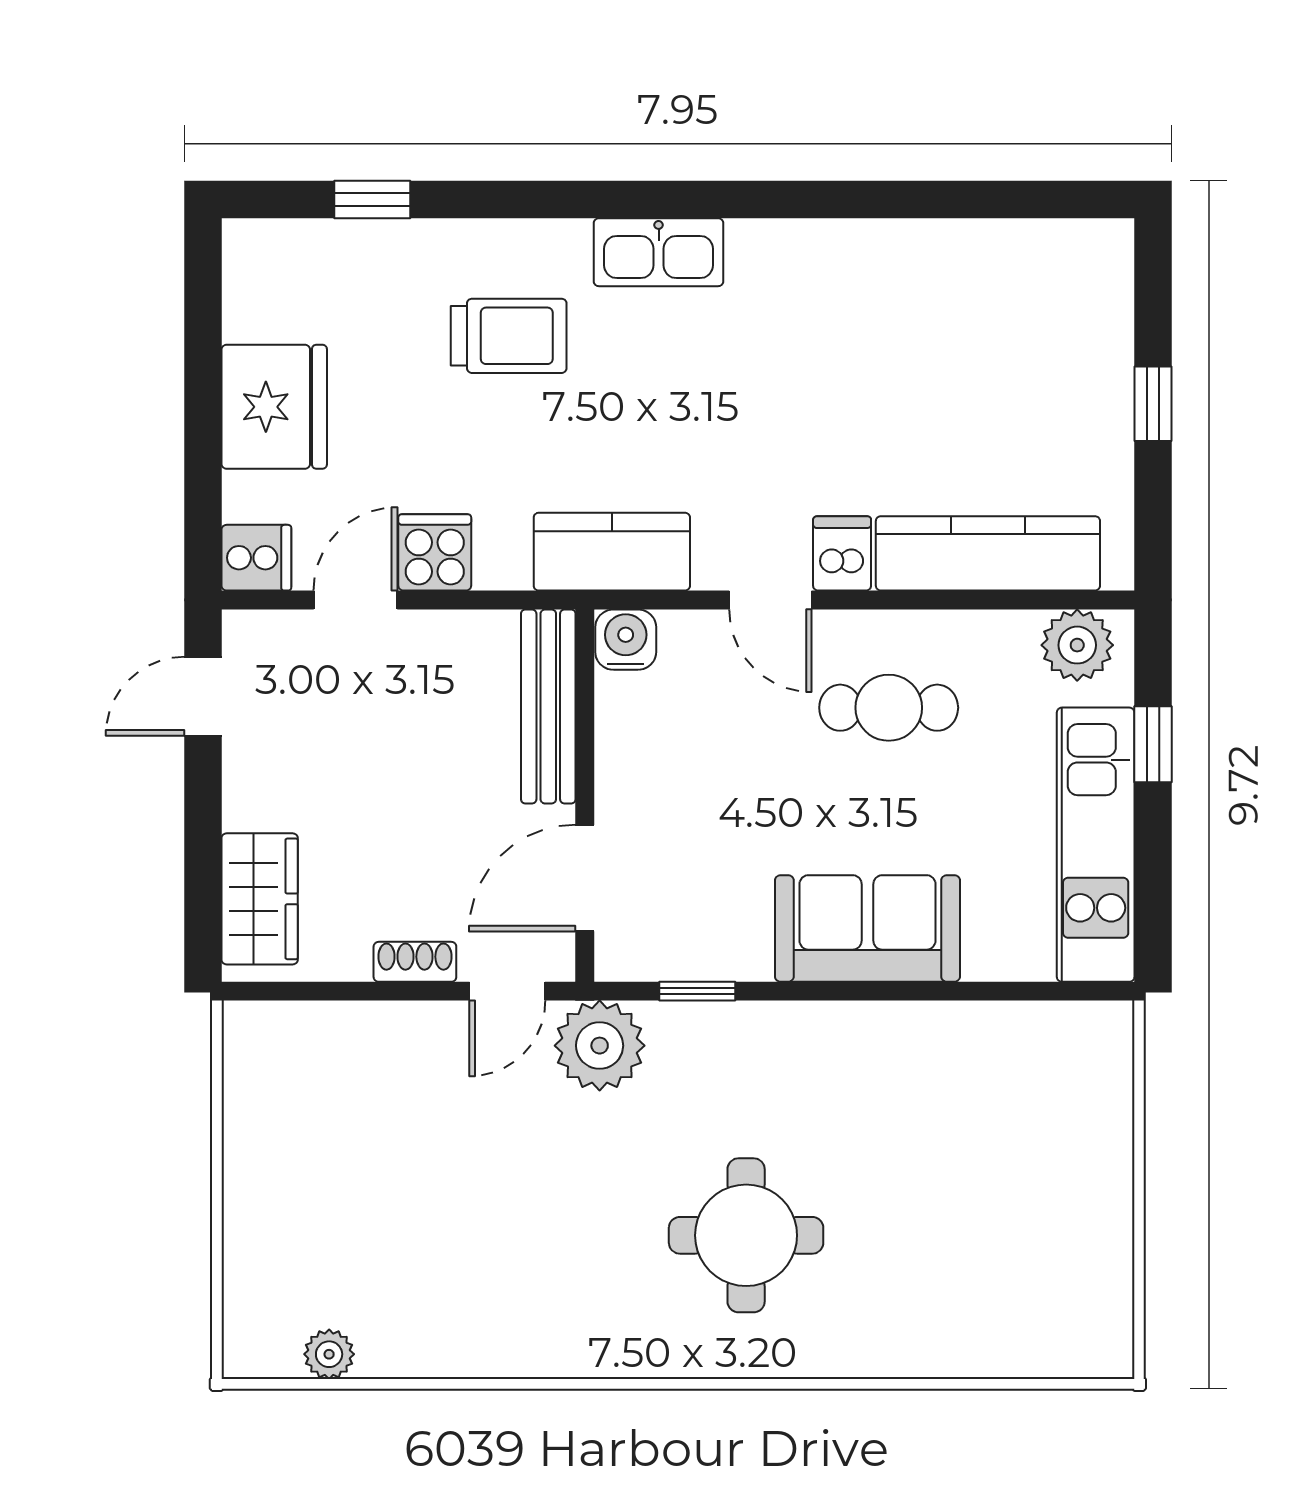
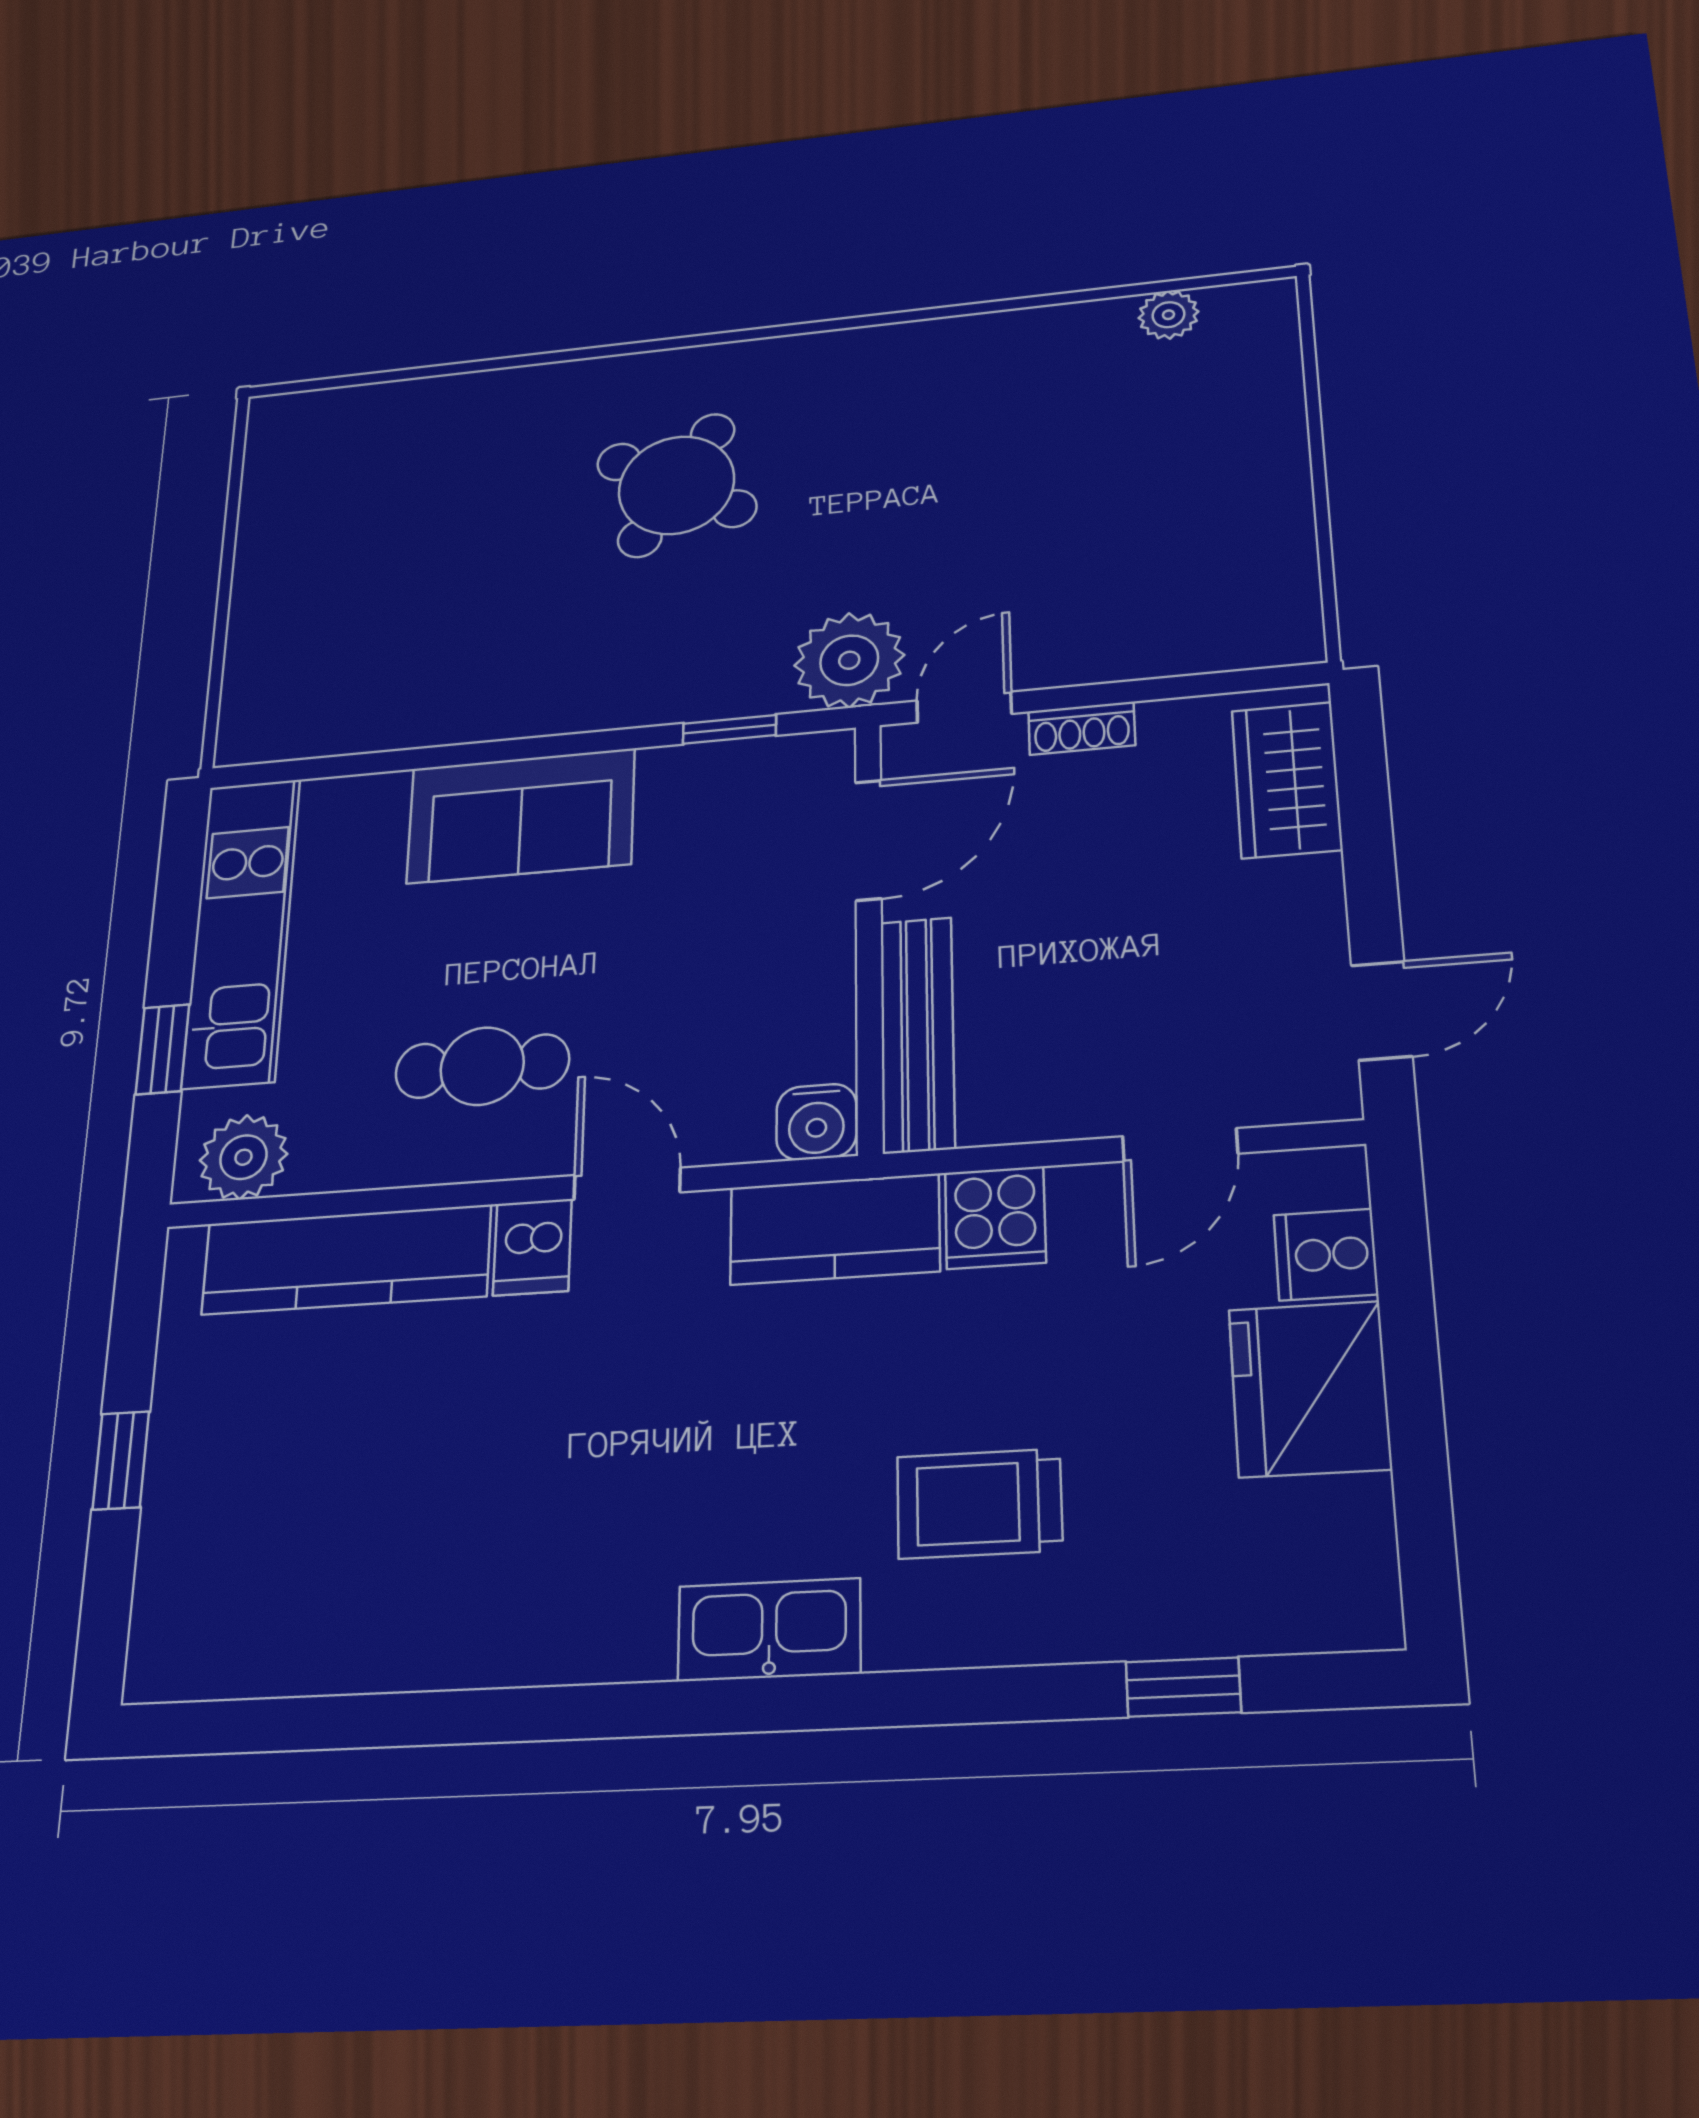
cooker: (435, 552) -> (995, 1217), moved
cooker: (256, 558) -> (1326, 1254), moved
round table: (746, 1235) -> (676, 485), turned 31

